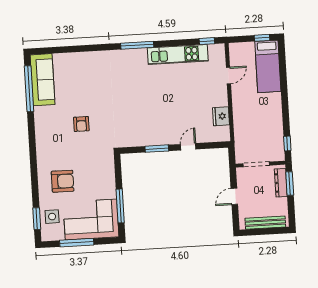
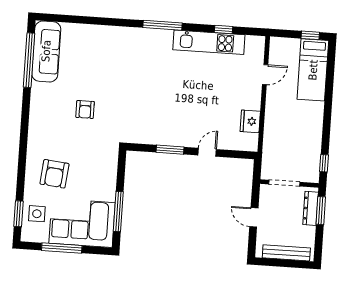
window: (207, 41) -> (223, 29), moved
armchair: (63, 181) -> (54, 174), turned 96
door: (234, 196) -> (254, 217), hinge flipped

